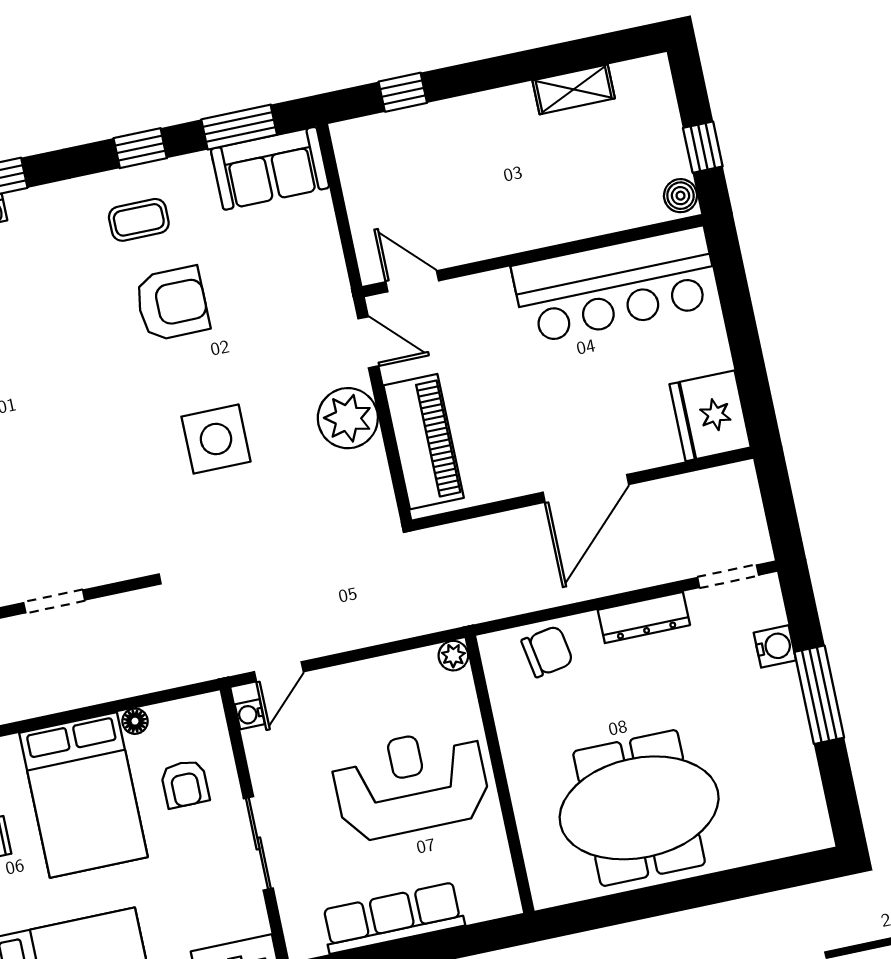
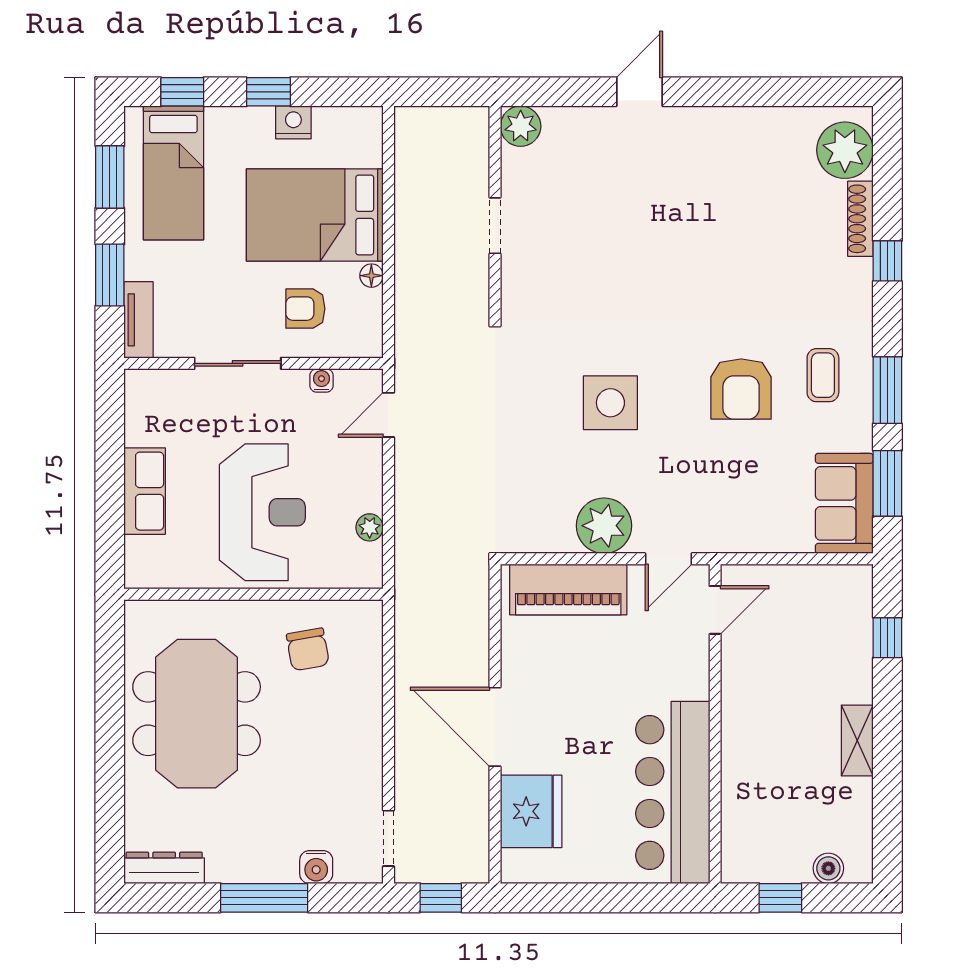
shelving: (574, 89) -> (857, 741), moved
window: (140, 148) -> (887, 390), width x1.50
boiler: (680, 196) -> (828, 868), moved
fridge: (710, 416) -> (531, 811), moved, turned 90
window: (779, 507) -> (441, 898), added
dresser: (644, 617) -> (164, 868), moved, turned 90
chair: (547, 652) -> (308, 649), moved
plant: (453, 656) -> (370, 527), moved
door: (279, 672) -> (388, 415), hinge flipped
water cooler: (250, 714) -> (322, 380), moved
row of seats: (393, 918) -> (145, 491), width x0.68

